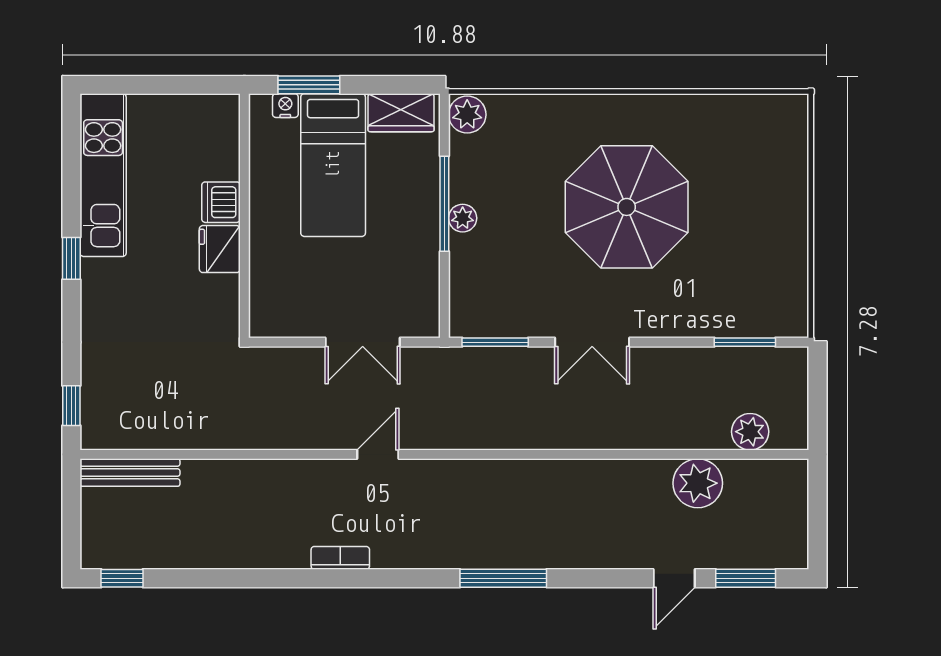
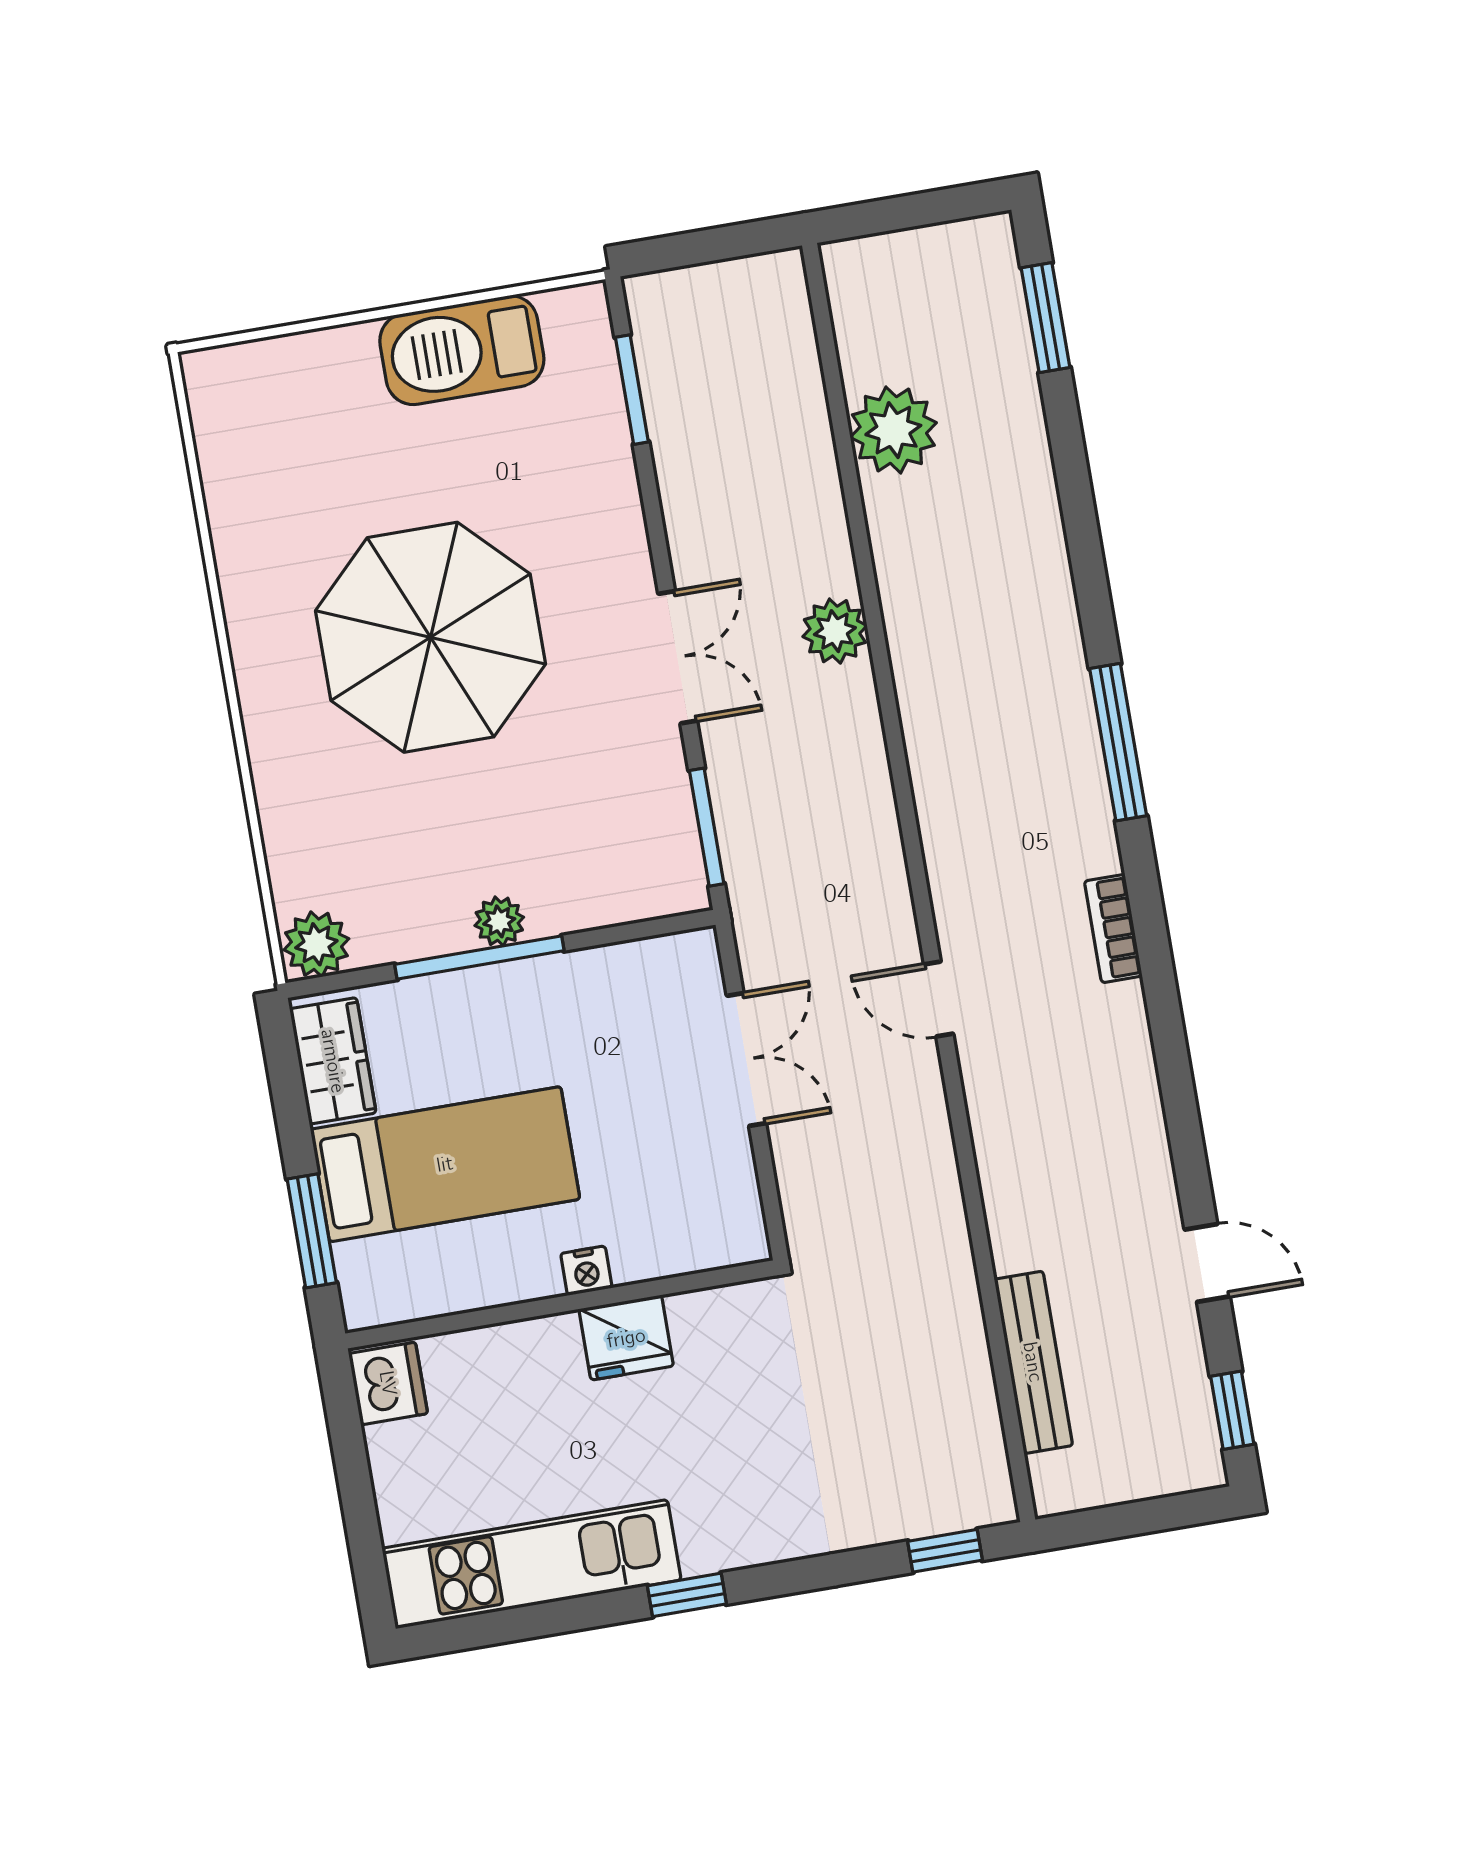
nightstand: (285, 106) -> (586, 1271), moved, turned -90
dishwasher: (221, 202) -> (388, 1383), moved, turned -90
barbecue: (783, 252) -> (462, 350), added
plant: (750, 432) -> (835, 631), moved
bench: (130, 473) -> (1033, 1362), moved
bookcase: (340, 558) -> (1113, 929), moved
door: (674, 578) -> (1207, 1263), moved

